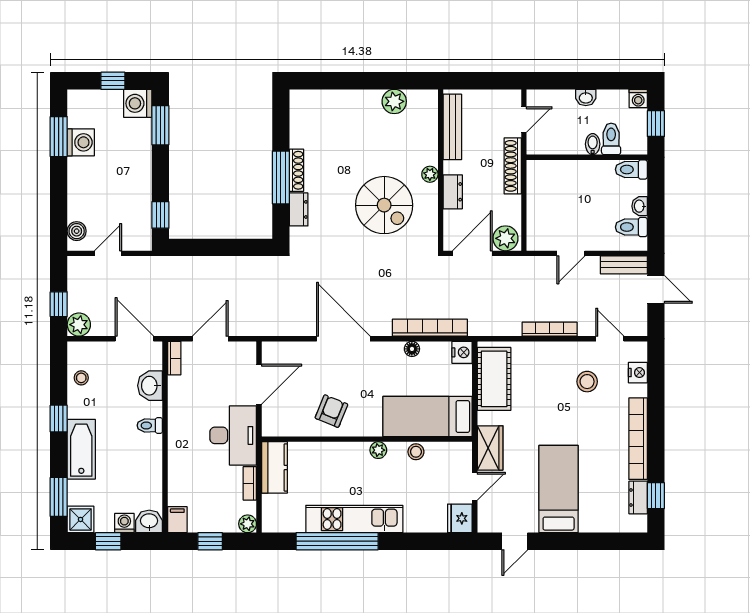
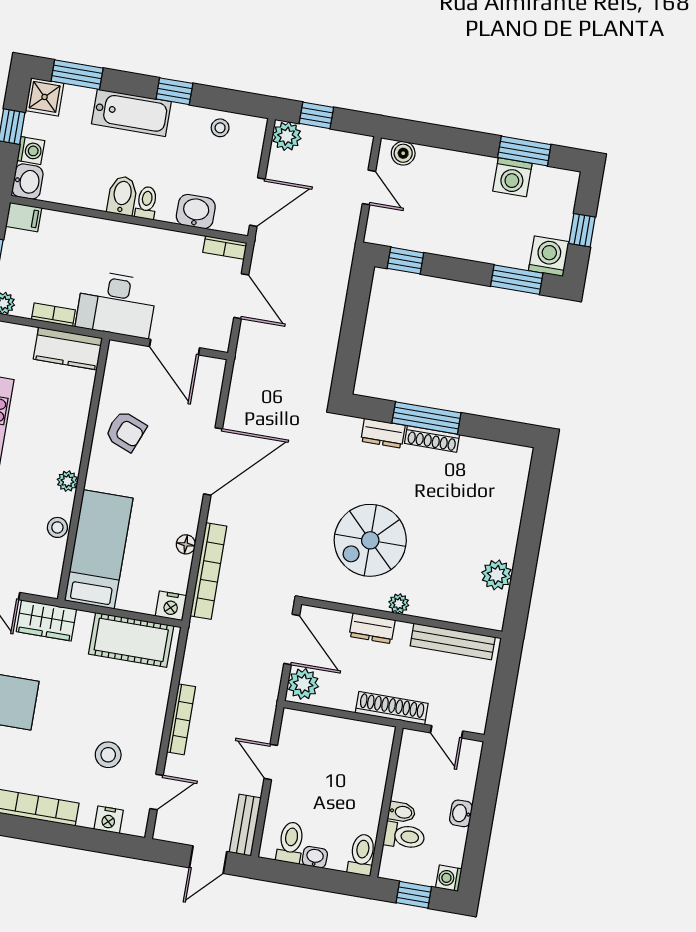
bidet: (147, 445) -> (122, 196), added

